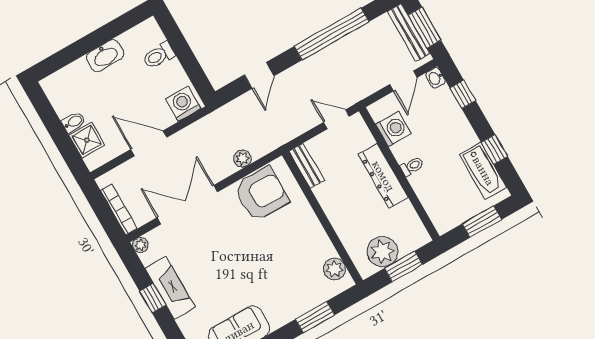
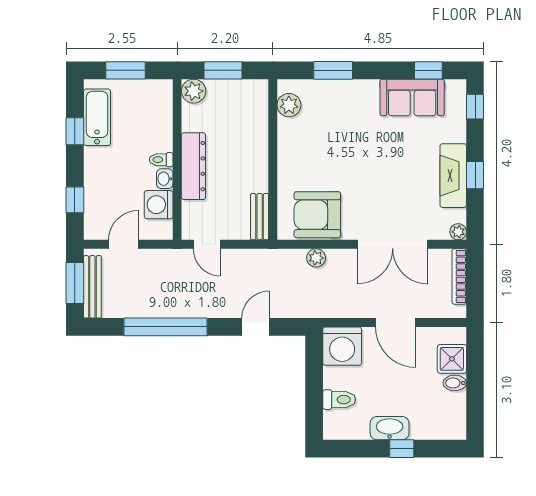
window: (86, 45) -> (402, 449), added
washbasin: (435, 78) -> (165, 179), moved, turned 180
washing machine: (183, 104) -> (342, 346), width x1.37, depth x1.37
plant: (382, 252) -> (194, 91), moved, width x0.73, depth x0.73

